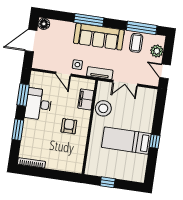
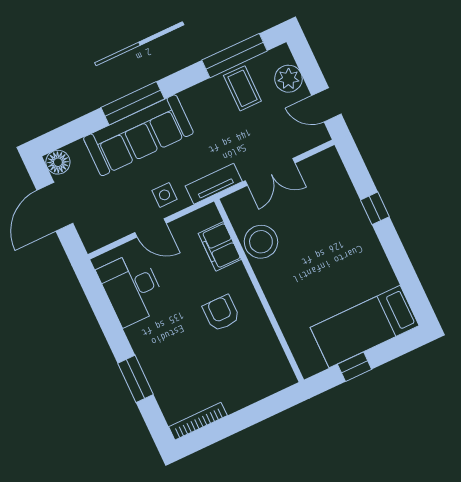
sofa: (99, 37) -> (138, 135), moved
window: (23, 95) -> (104, 312), removed
desk: (38, 104) -> (132, 288), moved
bed: (126, 141) -> (365, 327), moved
window: (155, 141) -> (375, 208), moved

